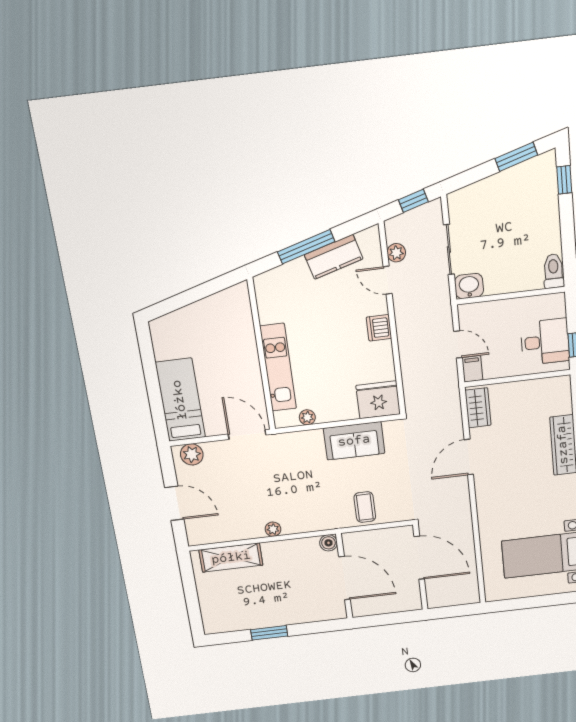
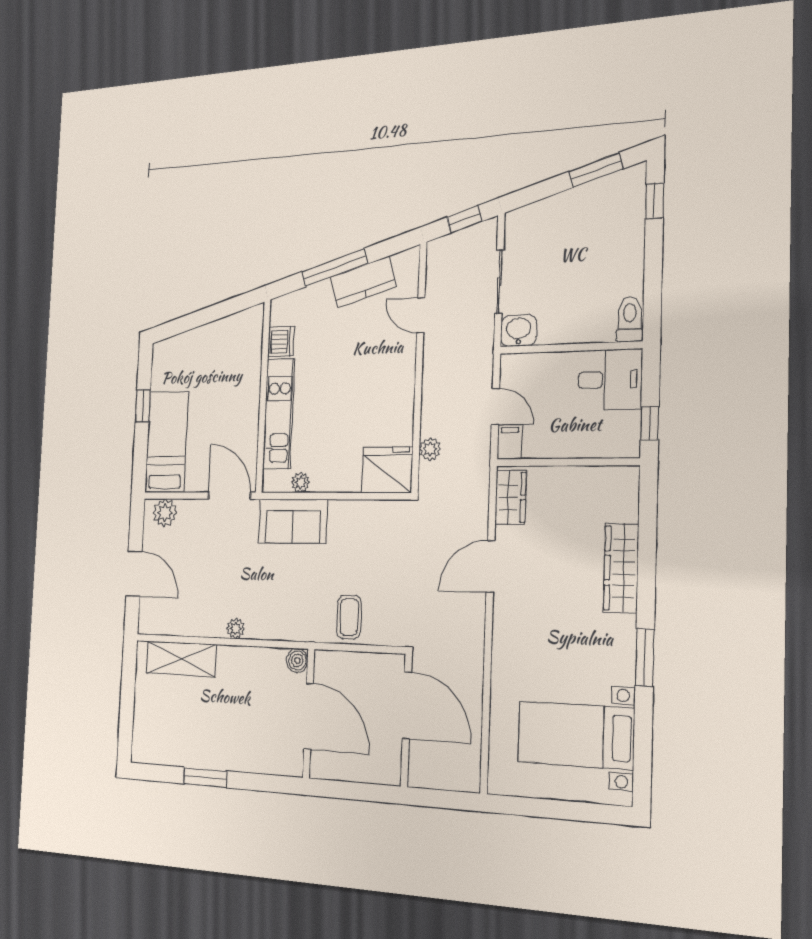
plant: (396, 253) -> (430, 449), moved
dishwasher: (379, 328) -> (281, 342), moved, turned 180
desk: (545, 342) -> (610, 379), moved
window: (151, 374) -> (143, 406), added
sofa: (354, 441) -> (293, 521), moved

